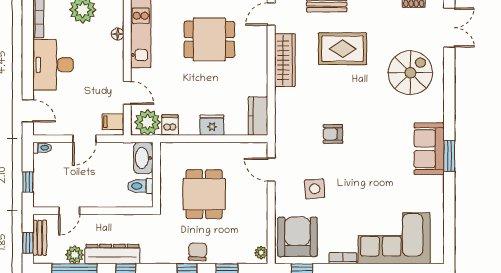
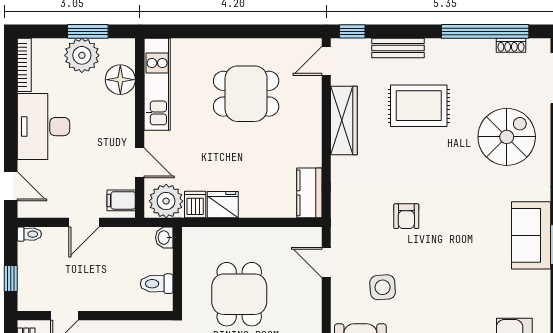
floor lamp: (118, 34) -> (120, 80), width x1.89, depth x1.89
fridge: (212, 125) -> (223, 205), moved
armchair: (333, 134) -> (406, 216), turned -90
washbasin: (143, 158) -> (164, 238), width x0.52, depth x0.69

